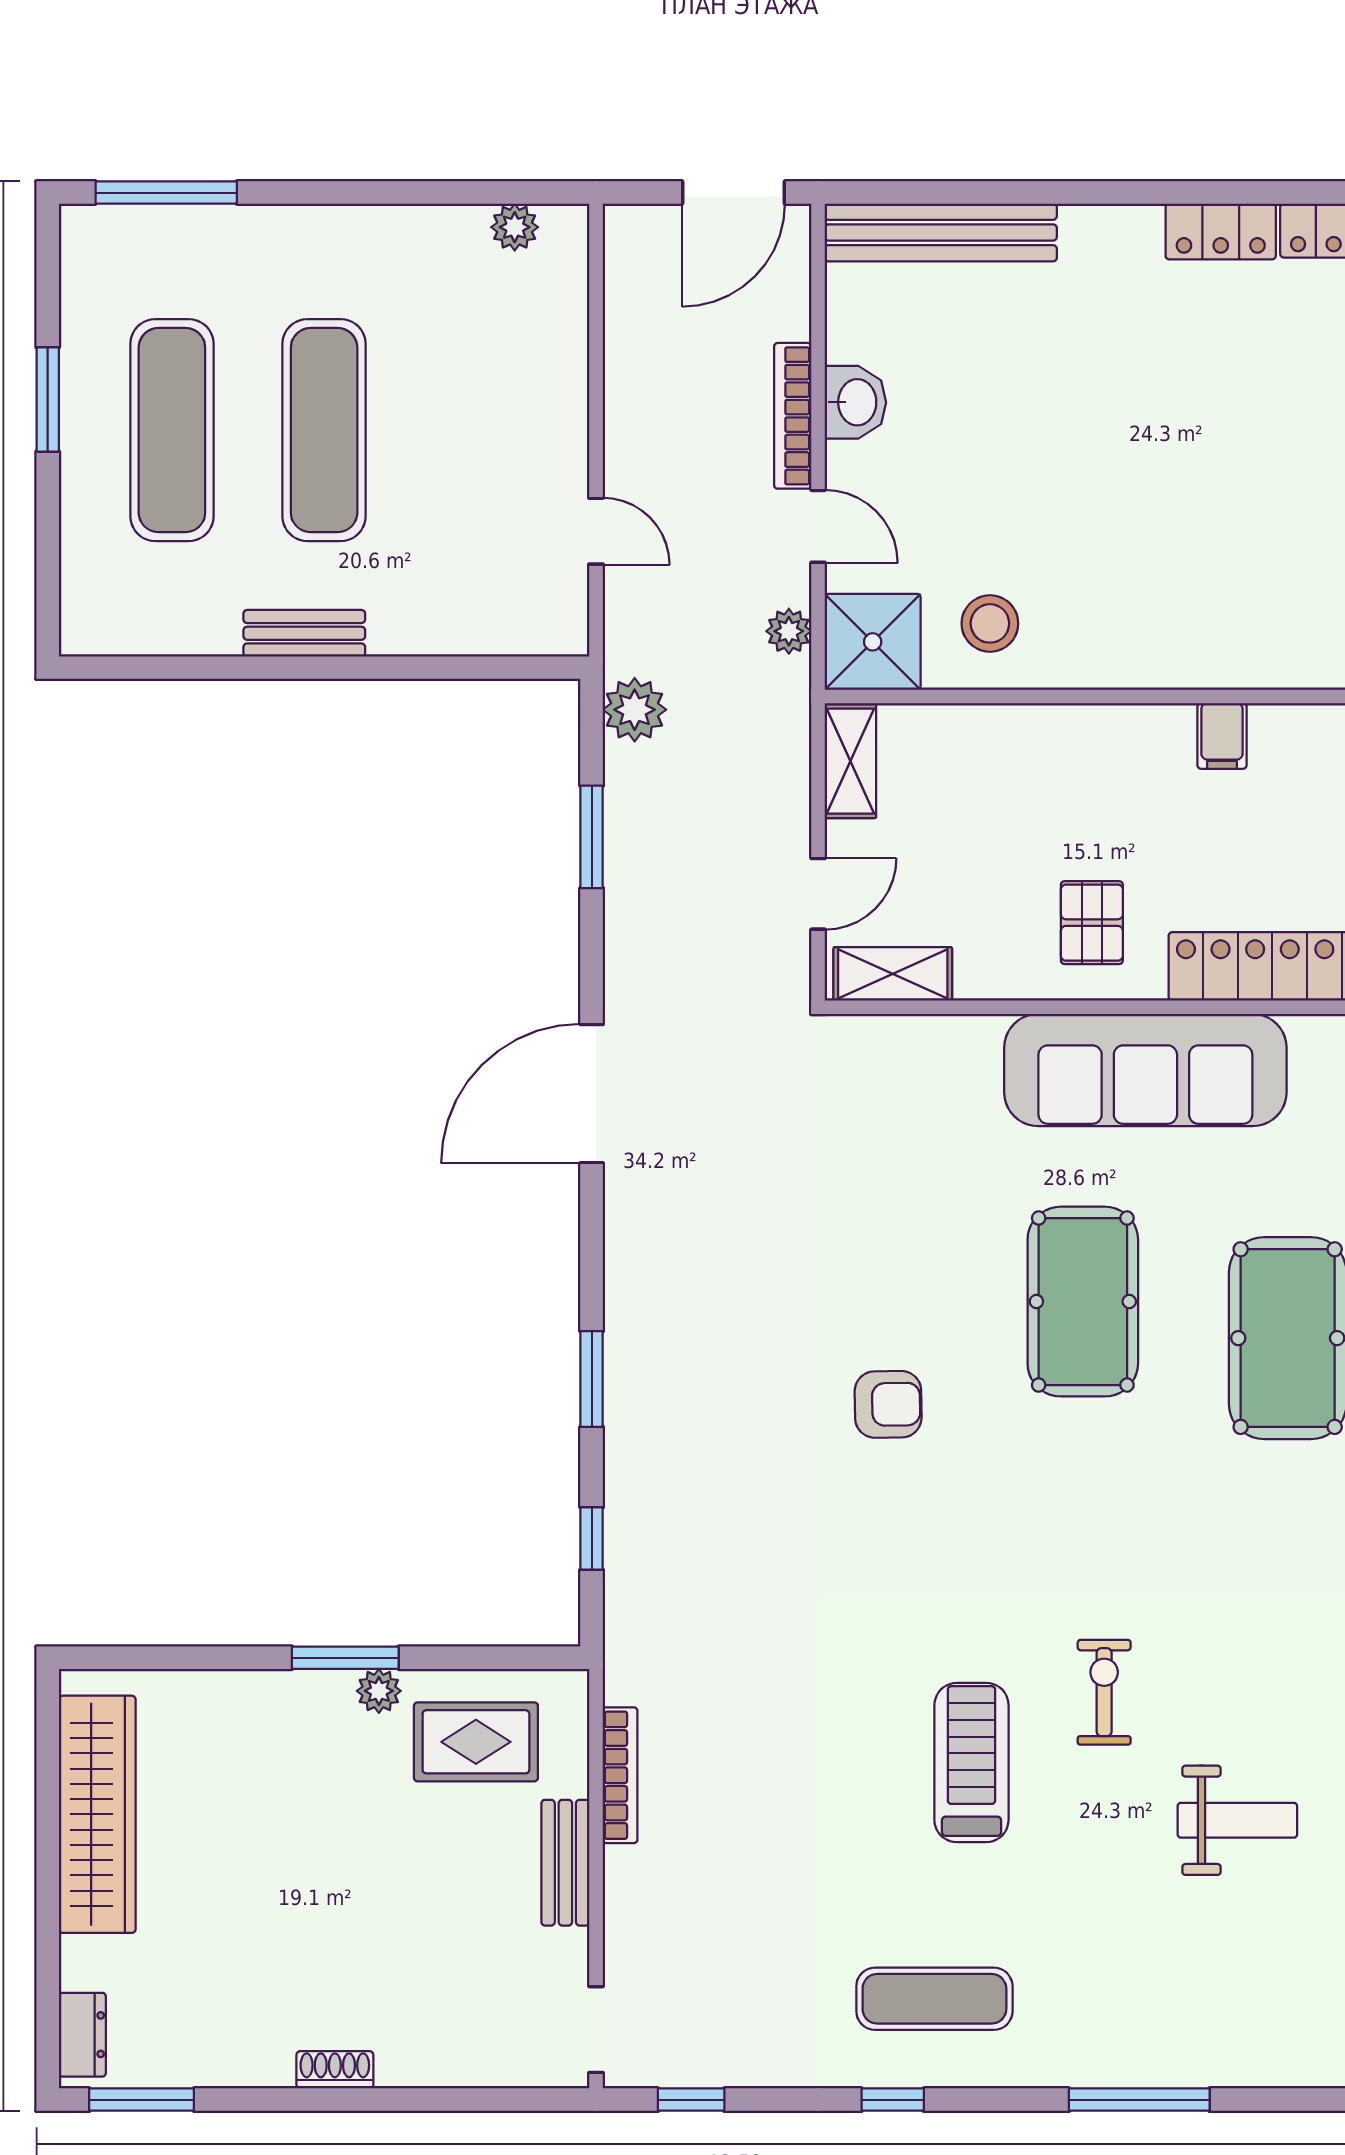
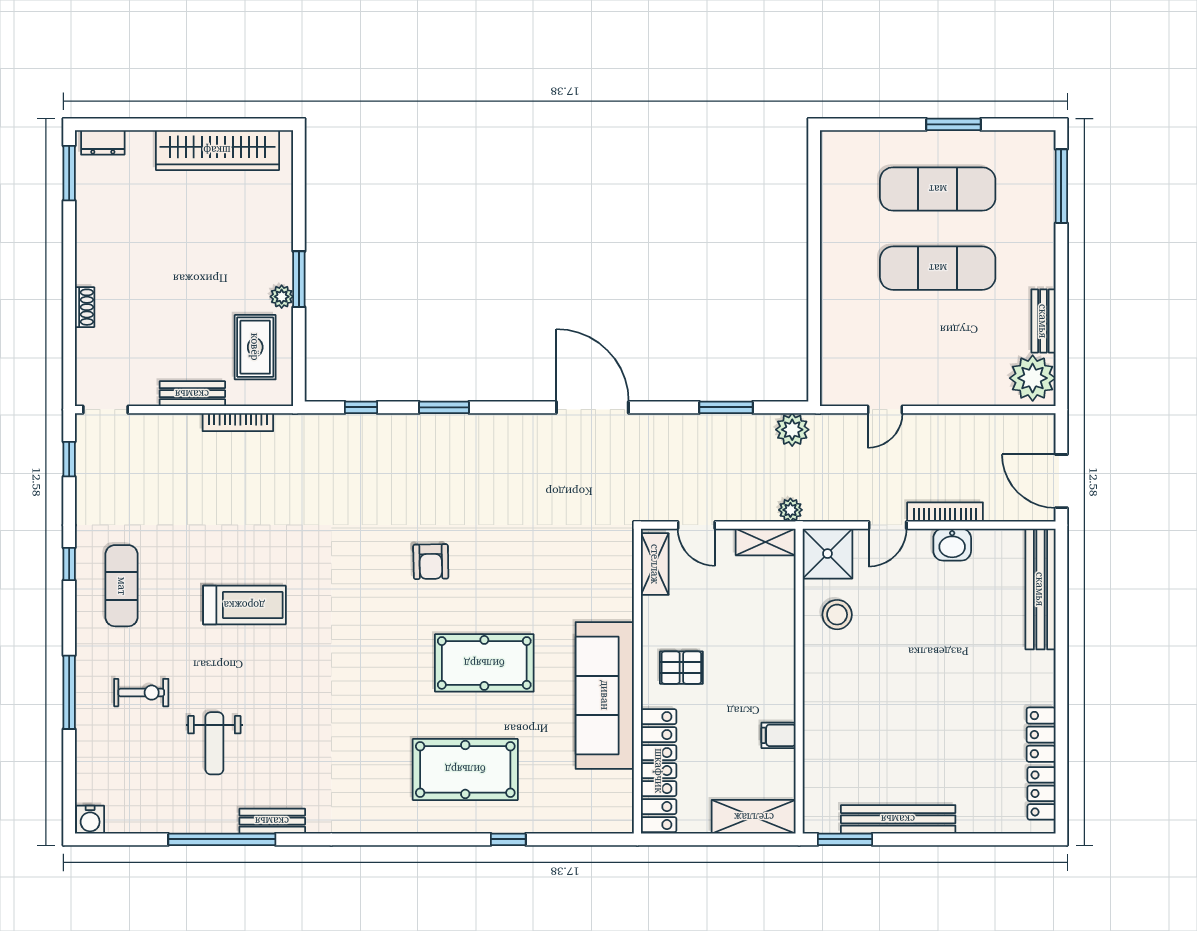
plant: (515, 227) -> (1033, 378), width x1.88, depth x1.88
plant: (789, 631) -> (790, 510), moved
bench: (304, 633) -> (1043, 321), moved
exercise bike: (1104, 1692) -> (141, 693), moved
shoe rack: (335, 2070) -> (85, 307), moved

